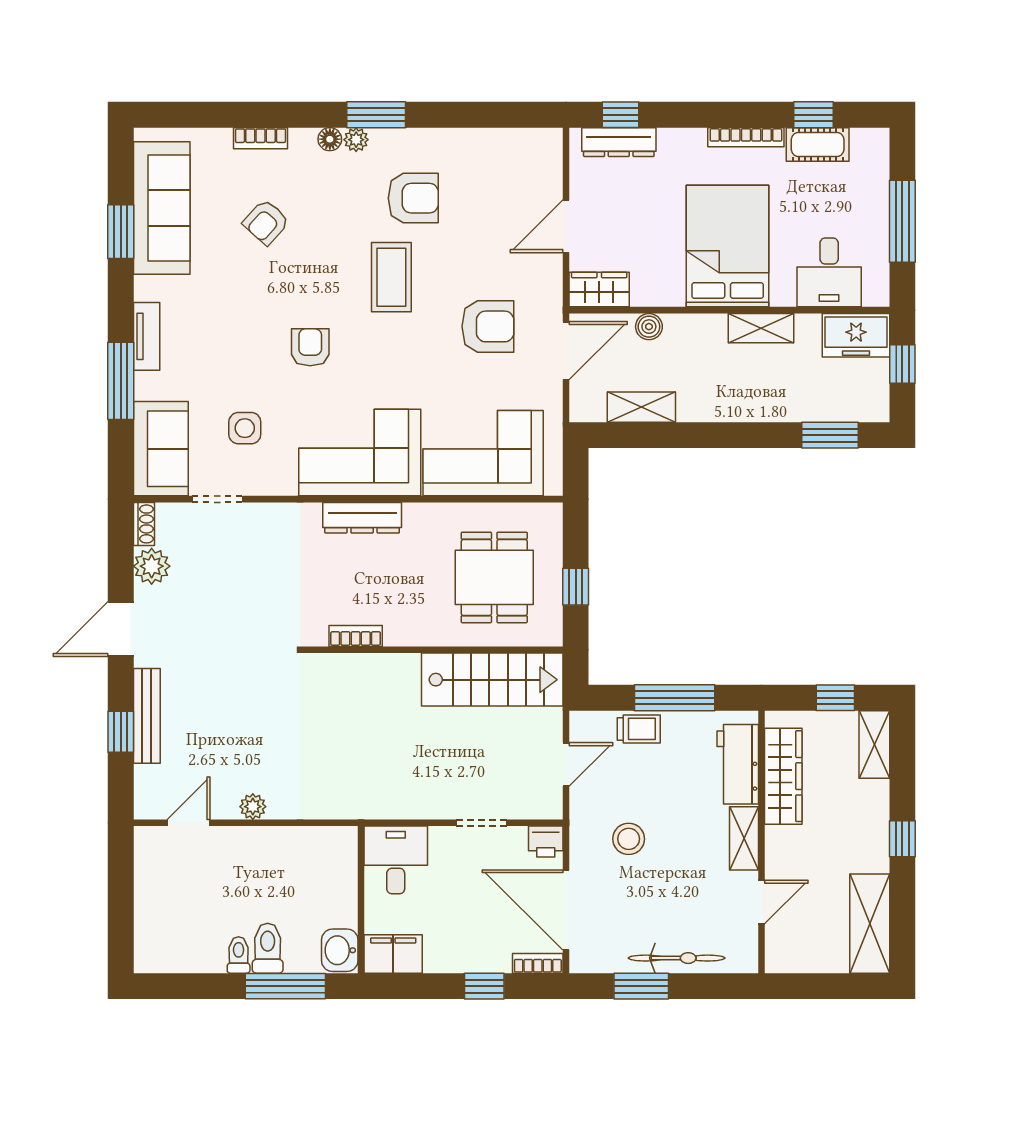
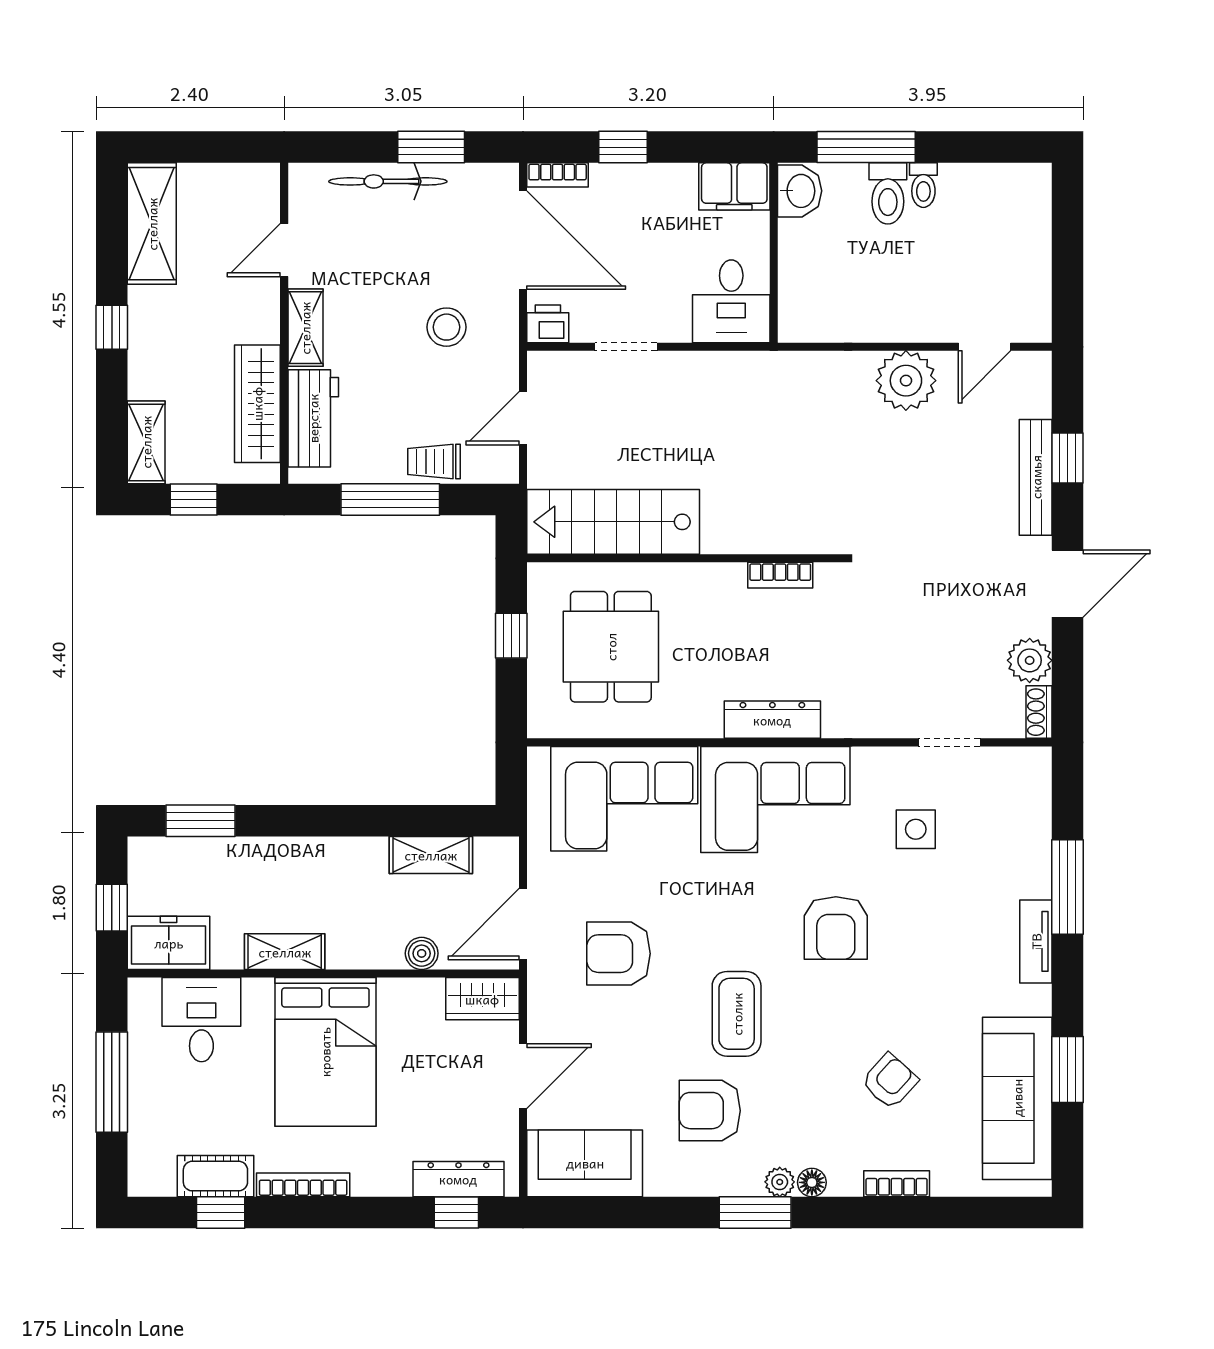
armchair: (310, 347) -> (836, 928), width x1.38, depth x1.38
sofa: (161, 449) -> (585, 1163), moved, turned 90
plant: (253, 807) -> (906, 381), width x1.88, depth x1.88

